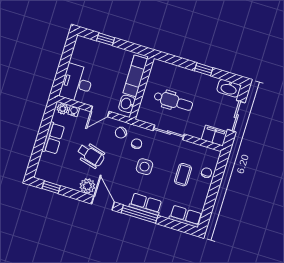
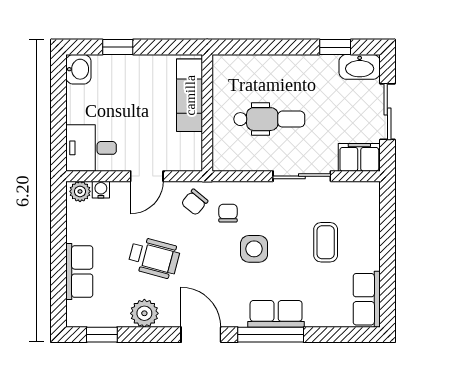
window: (204, 69) -> (335, 47), moved
desk: (77, 83) -> (91, 148), width x0.73
washbasin: (127, 104) -> (78, 69), moved, turned 180
sliding door: (169, 132) -> (302, 176), moved
row of seats: (53, 138) -> (79, 272), moved
chair: (206, 173) -> (366, 226), removed
plant: (87, 186) -> (144, 313), moved
row of seats: (185, 216) -> (367, 299), moved, turned -90

